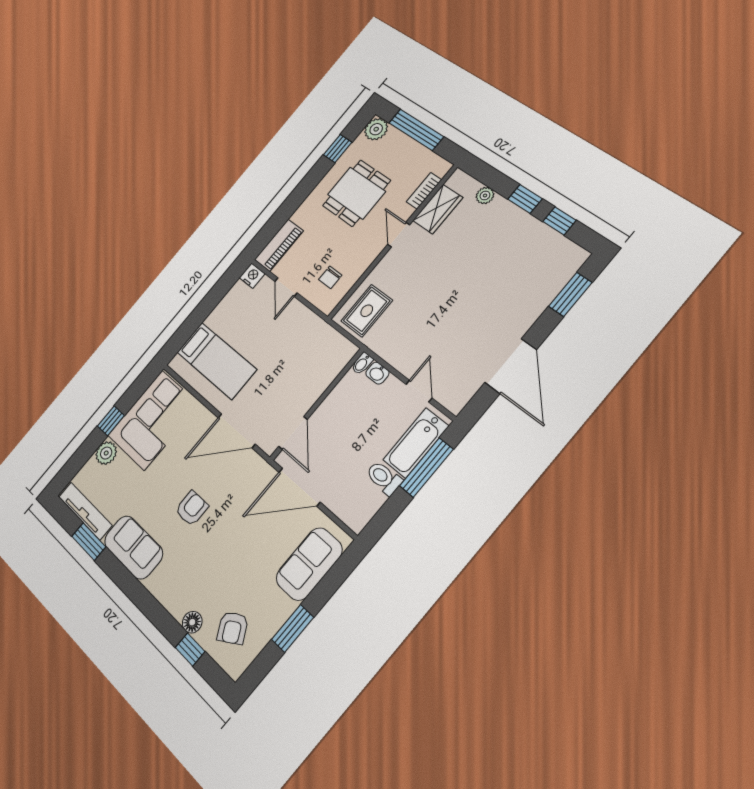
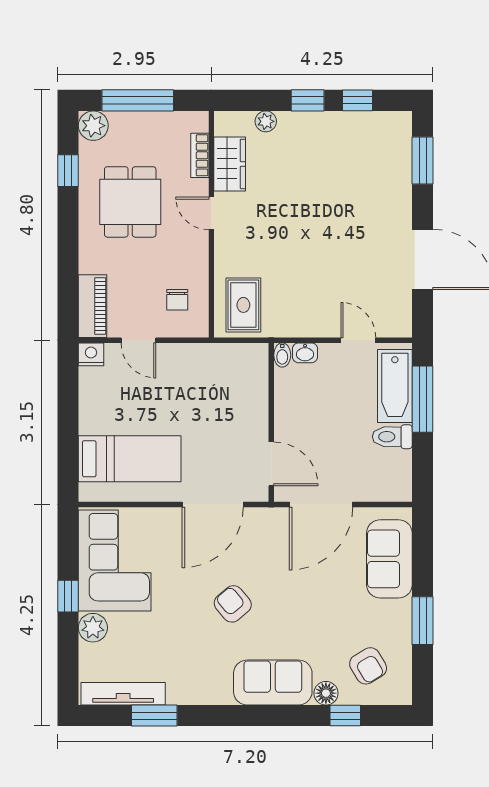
armchair: (192, 508) -> (233, 604), turned -40
sofa: (133, 547) -> (273, 683), moved

